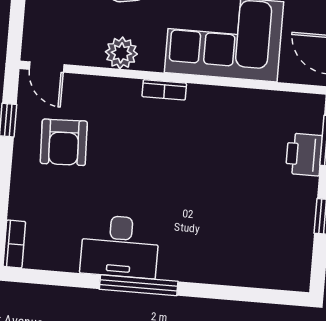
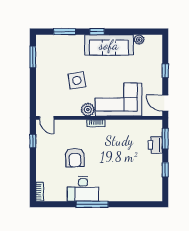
plant: (121, 53) -> (88, 110), moved
armchair: (64, 142) -> (75, 158), moved

